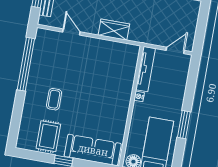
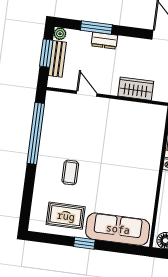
rug: (48, 136) -> (66, 216), turned 90

